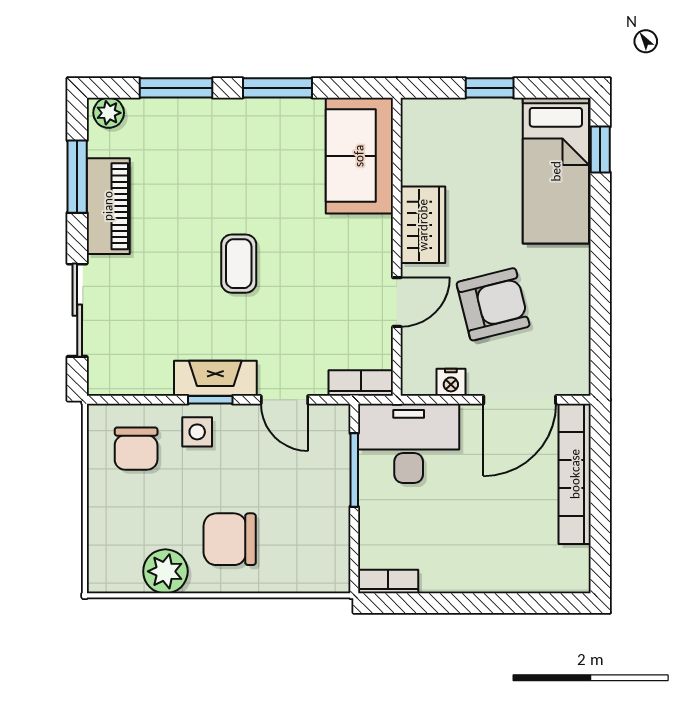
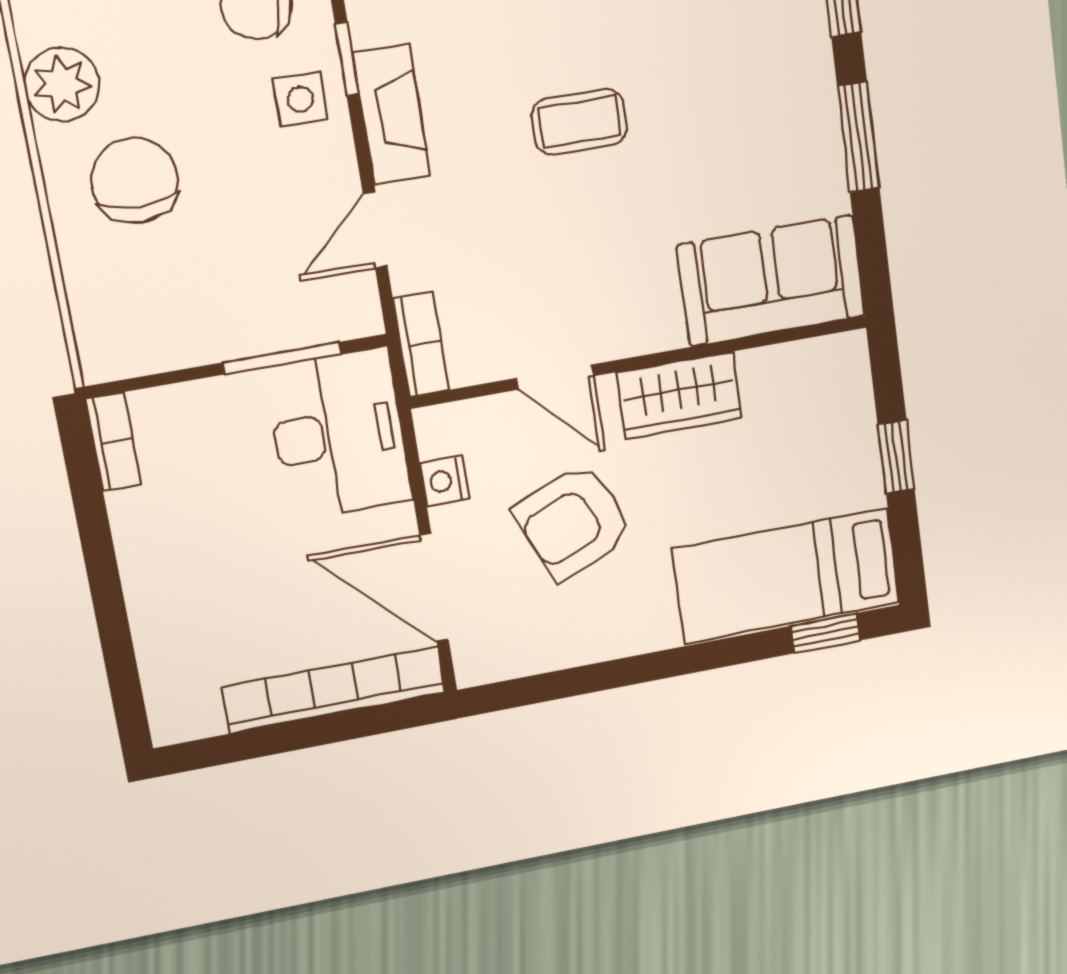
armchair: (493, 304) -> (573, 522), turned 81
window: (210, 400) -> (347, 59), moved

